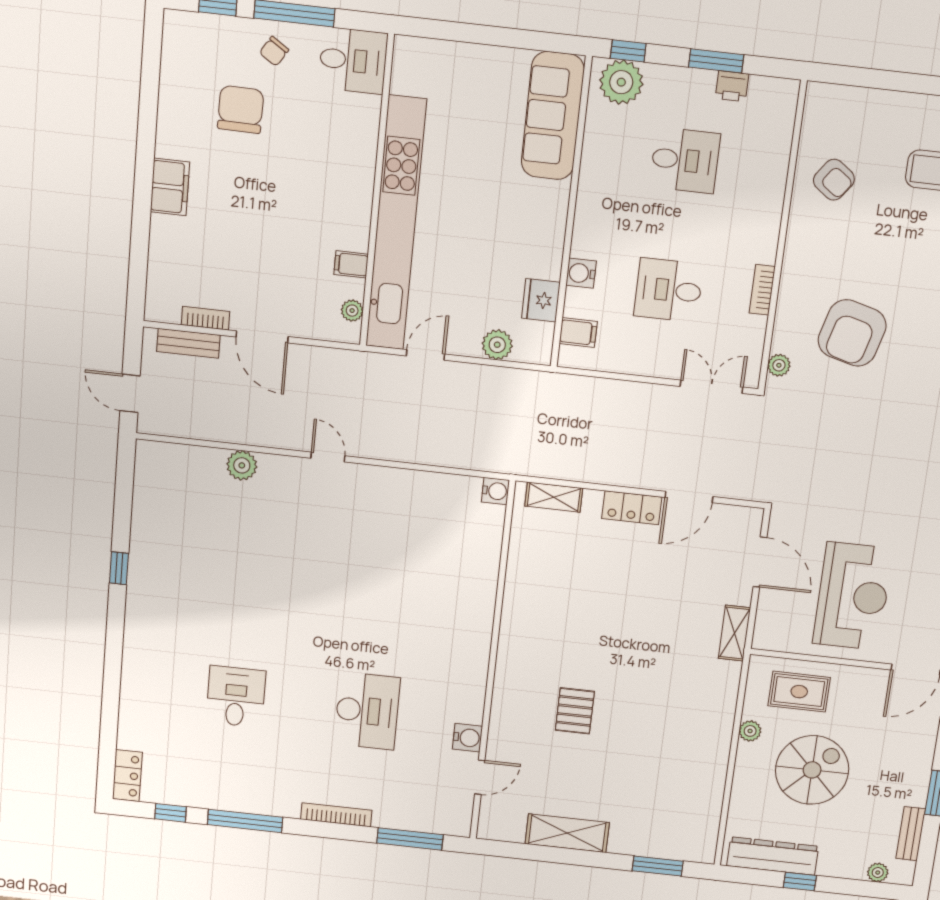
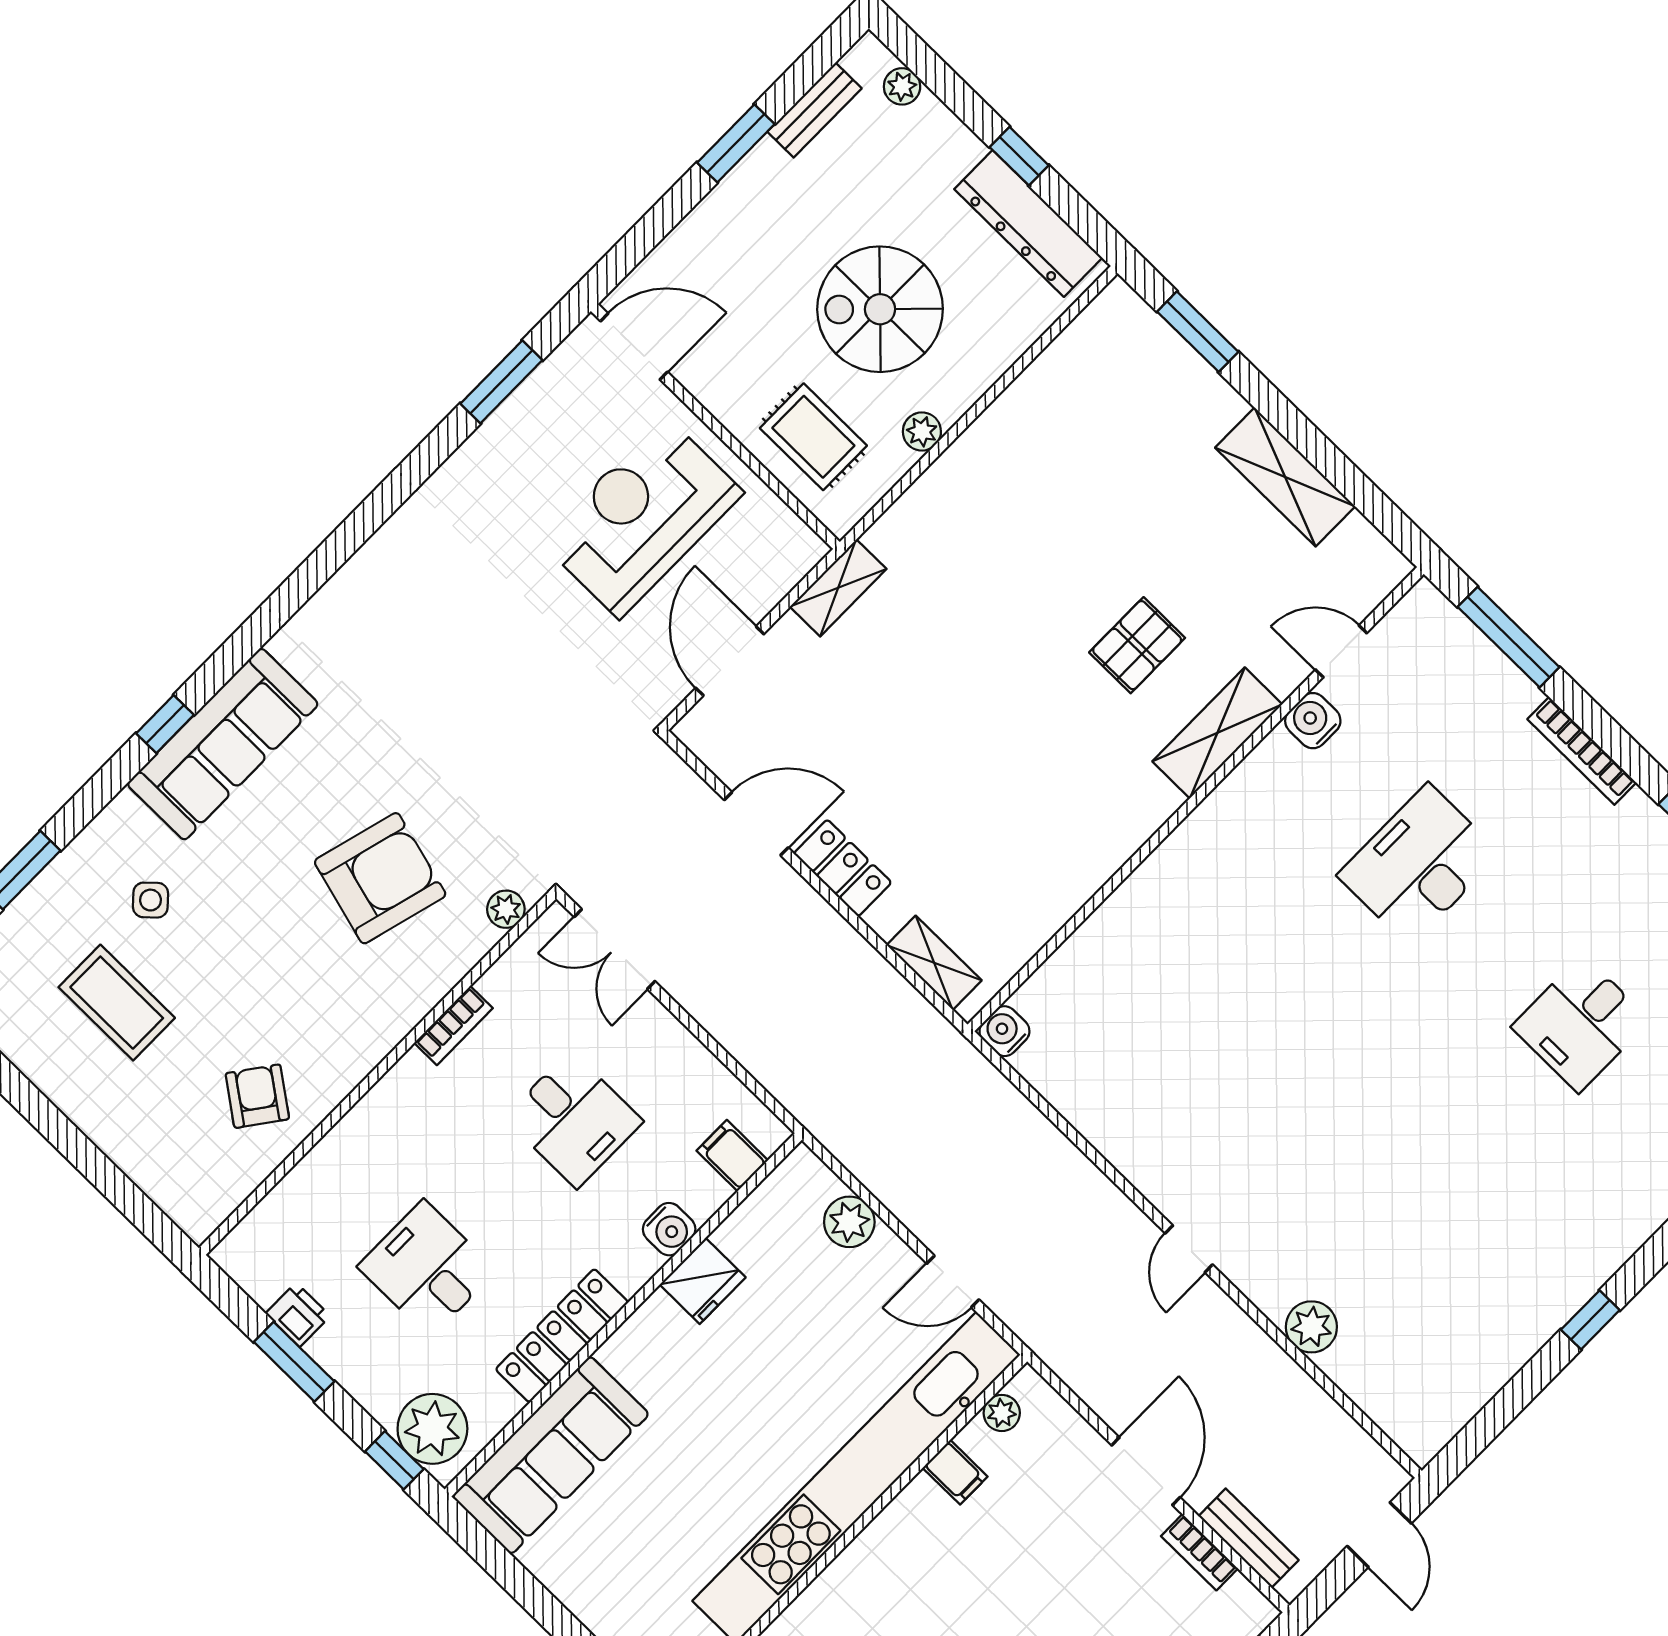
locker: (593, 180) -> (562, 1336), added
fridge: (541, 300) -> (703, 1281), moved
shelving: (506, 700) -> (1217, 733), added

